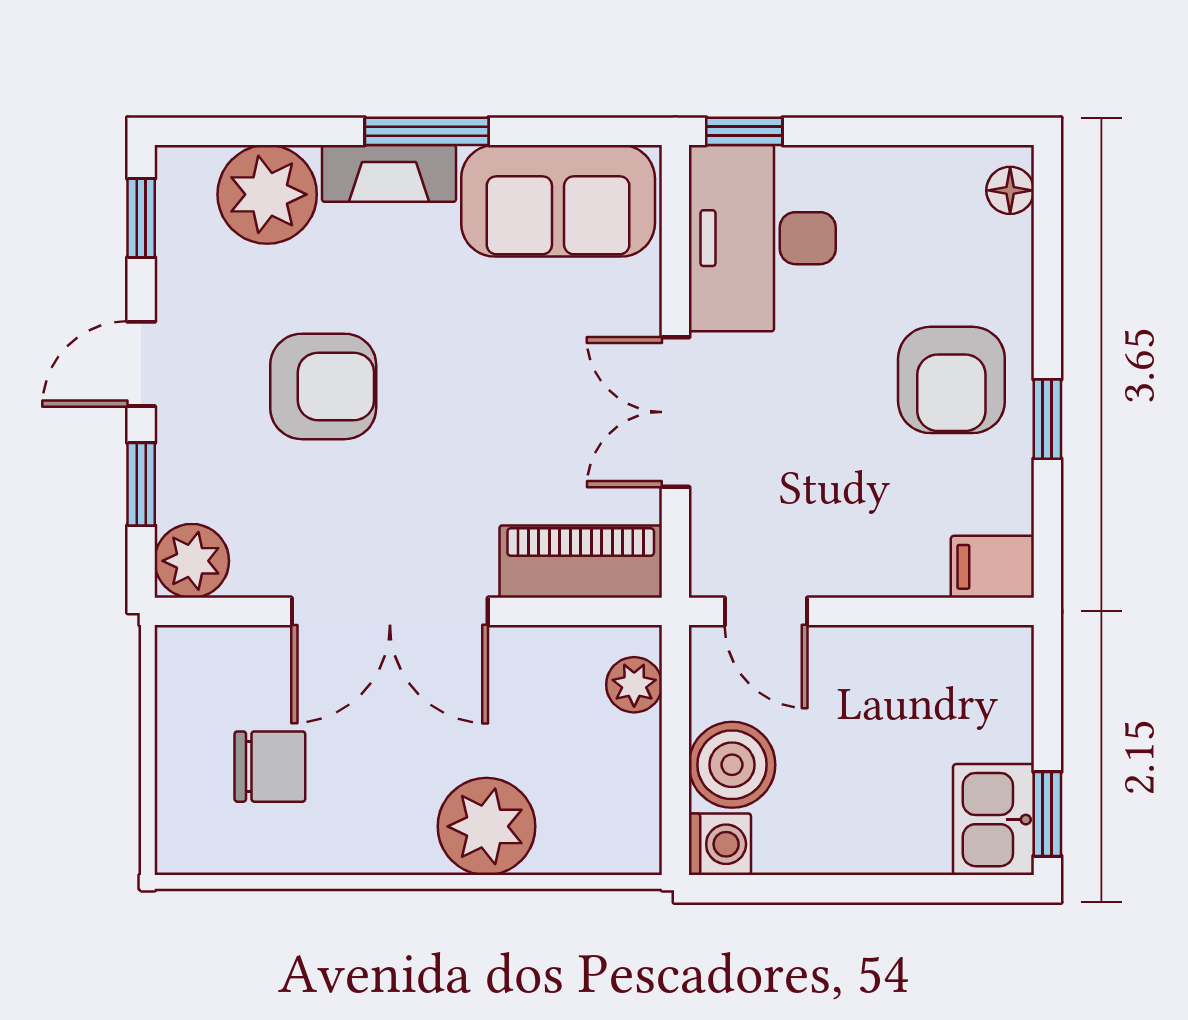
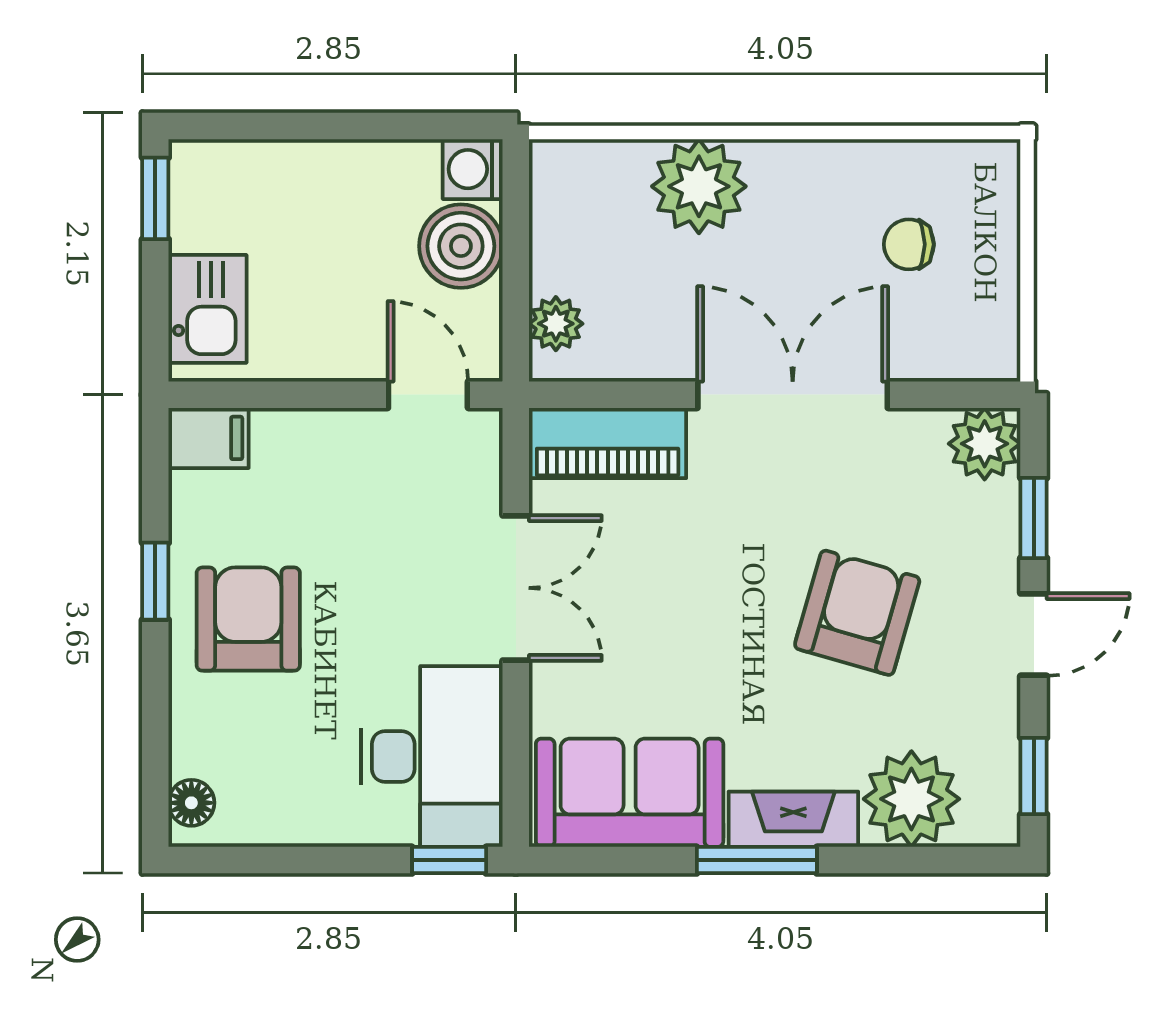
armchair: (323, 386) -> (857, 613), turned 106
chair: (270, 767) -> (909, 244), width x0.73, depth x0.73
kitchen sink: (994, 820) -> (207, 309), moved

